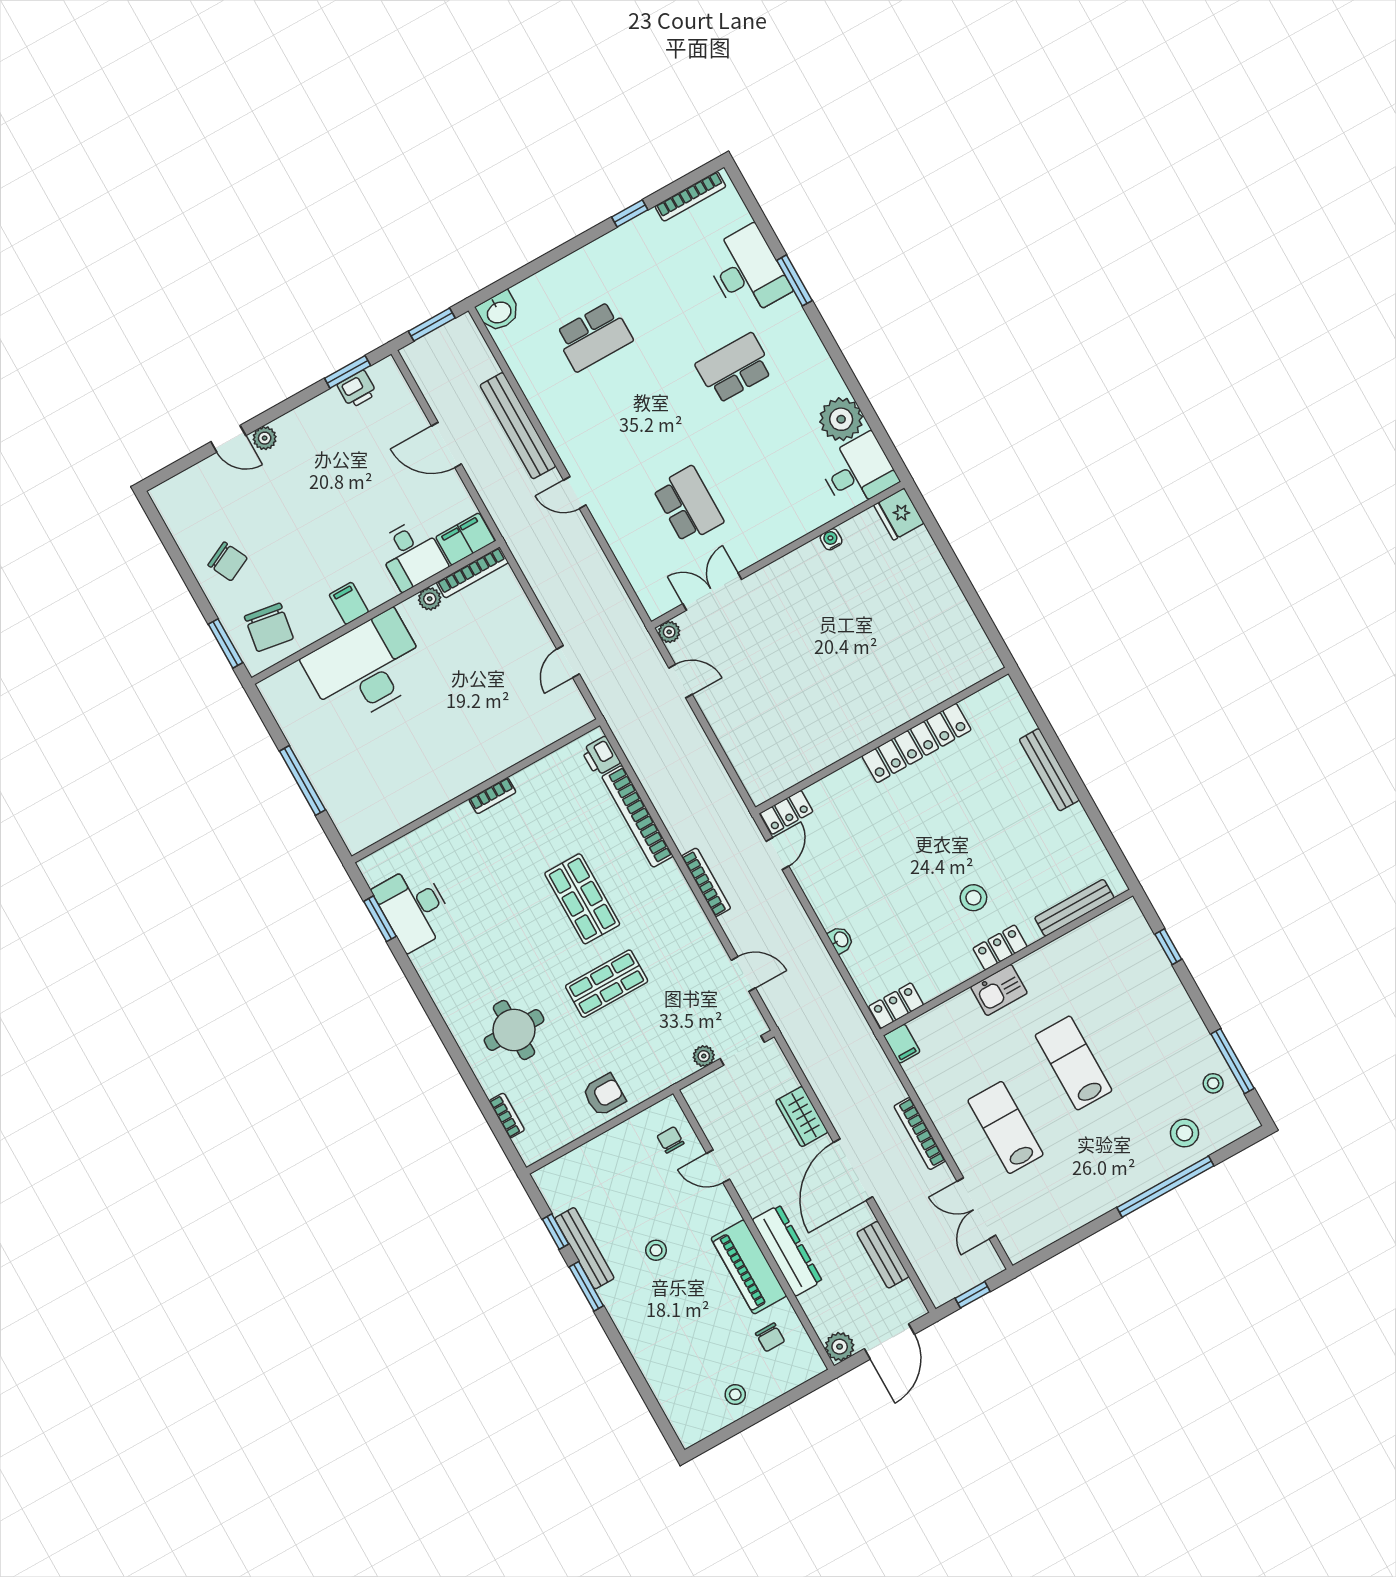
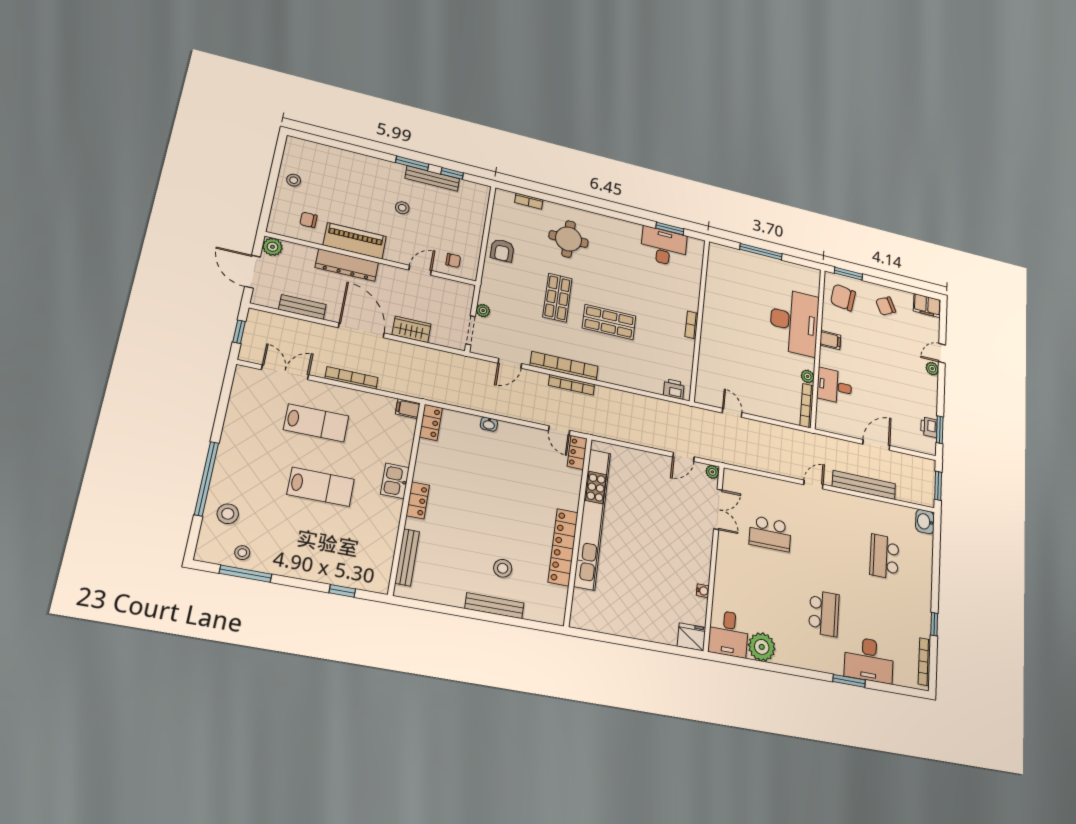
filing cabinet: (465, 539) -> (927, 306), moved, turned 90
kitchen unit: (853, 734) -> (592, 519), added
bookcase: (637, 816) -> (564, 366), moved
stool: (973, 898) -> (503, 568), moved

